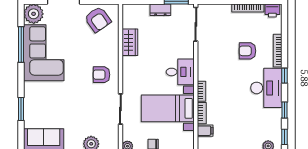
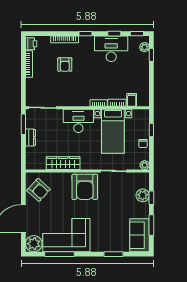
armchair: (98, 19) -> (38, 190), turned 77
wardrobe: (130, 42) -> (63, 163), width x1.50
desk: (180, 72) -> (78, 121), width x1.37
armchair: (101, 75) -> (85, 187), width x1.88, depth x1.88
desk: (266, 88) -> (111, 49), moved

